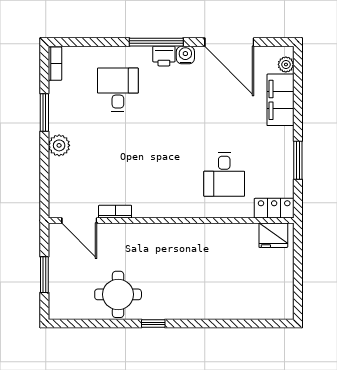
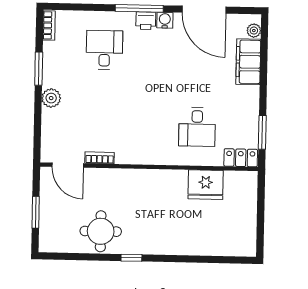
window: (298, 160) -> (262, 132), moved
fridge: (273, 235) -> (206, 185), moved, width x1.36, depth x1.34

